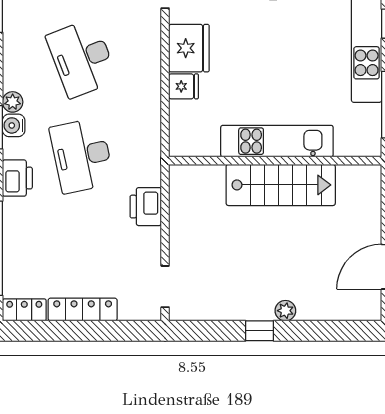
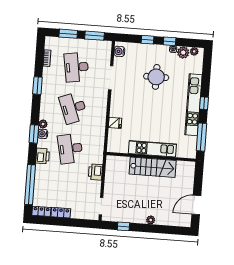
fridge: (189, 48) -> (118, 107), removed
locker: (83, 310) -> (61, 213), width x0.66
window: (260, 331) -> (123, 226), moved

